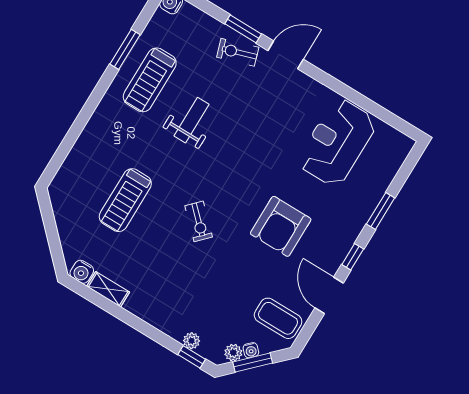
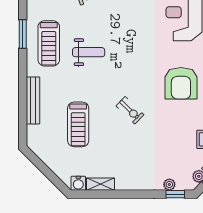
weight bench: (191, 120) -> (89, 52), turned 90
bench: (88, 138) -> (33, 100), added

